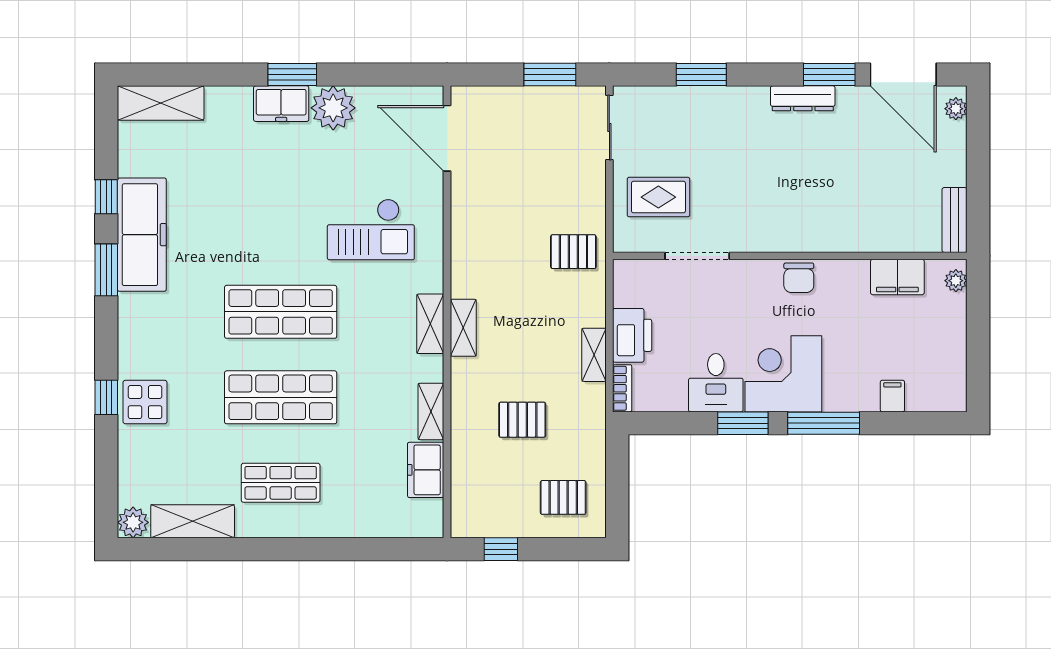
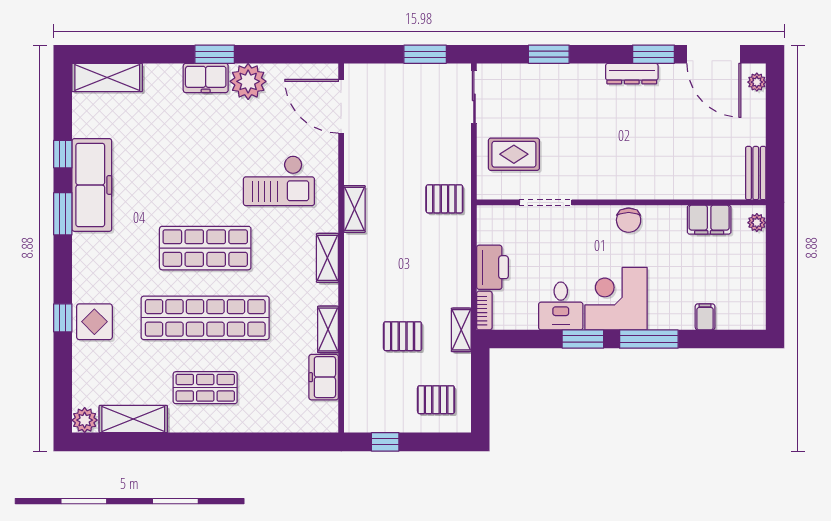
shelving: (463, 328) -> (354, 209), moved
shelving: (594, 355) -> (461, 330), moved
shop shelf: (281, 397) -> (205, 318), width x1.40

